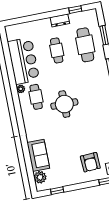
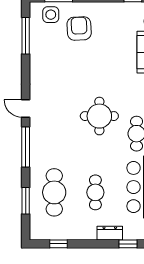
window: (27, 19) -> (128, 244), added
dresser: (60, 20) -> (110, 233), moved

